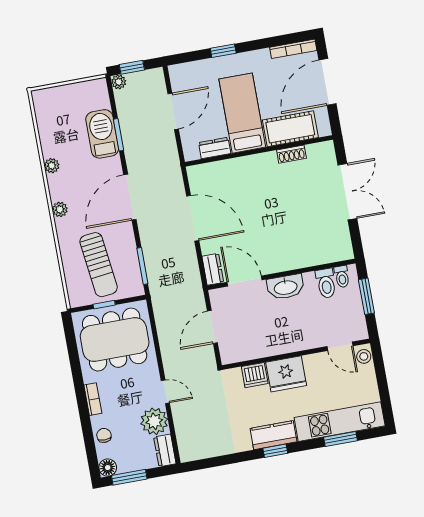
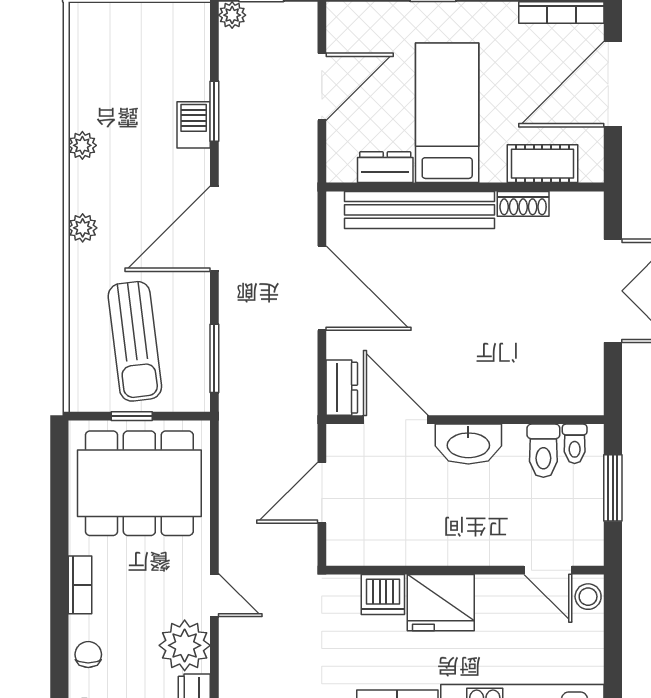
cot: (290, 129) -> (542, 164), width x0.73, depth x0.75
barbecue: (102, 134) -> (194, 125), width x0.53, depth x0.65
bench: (237, 167) -> (420, 210), added

